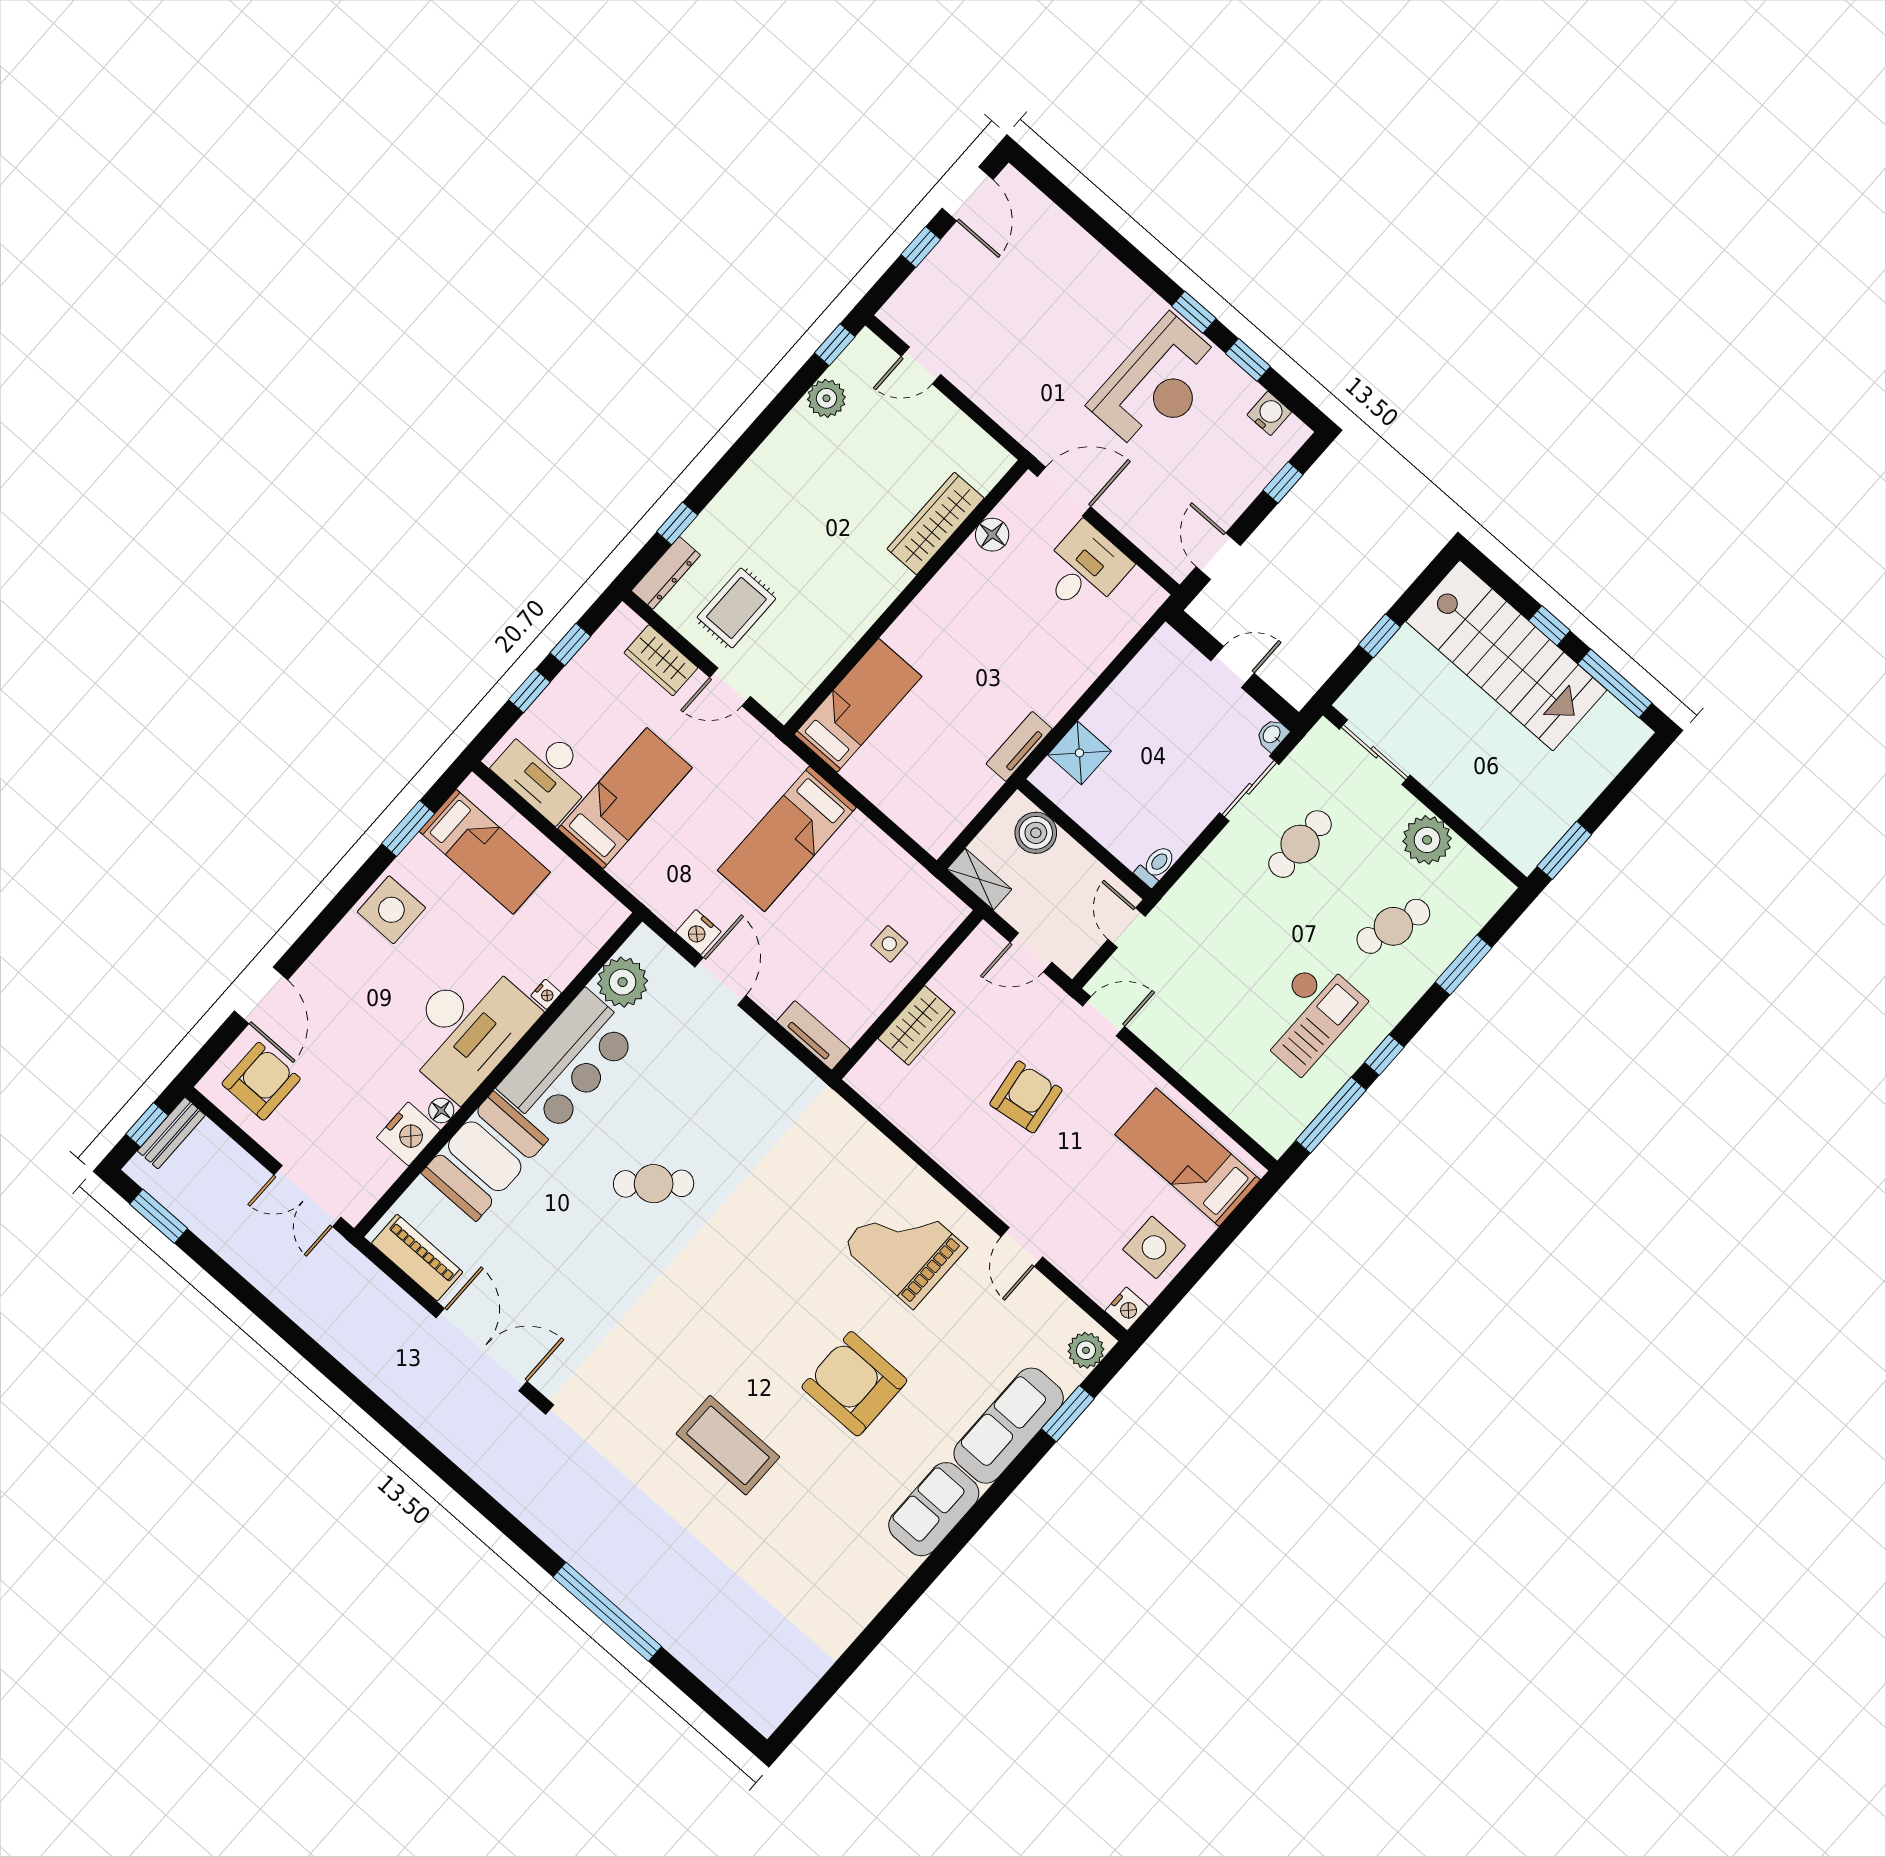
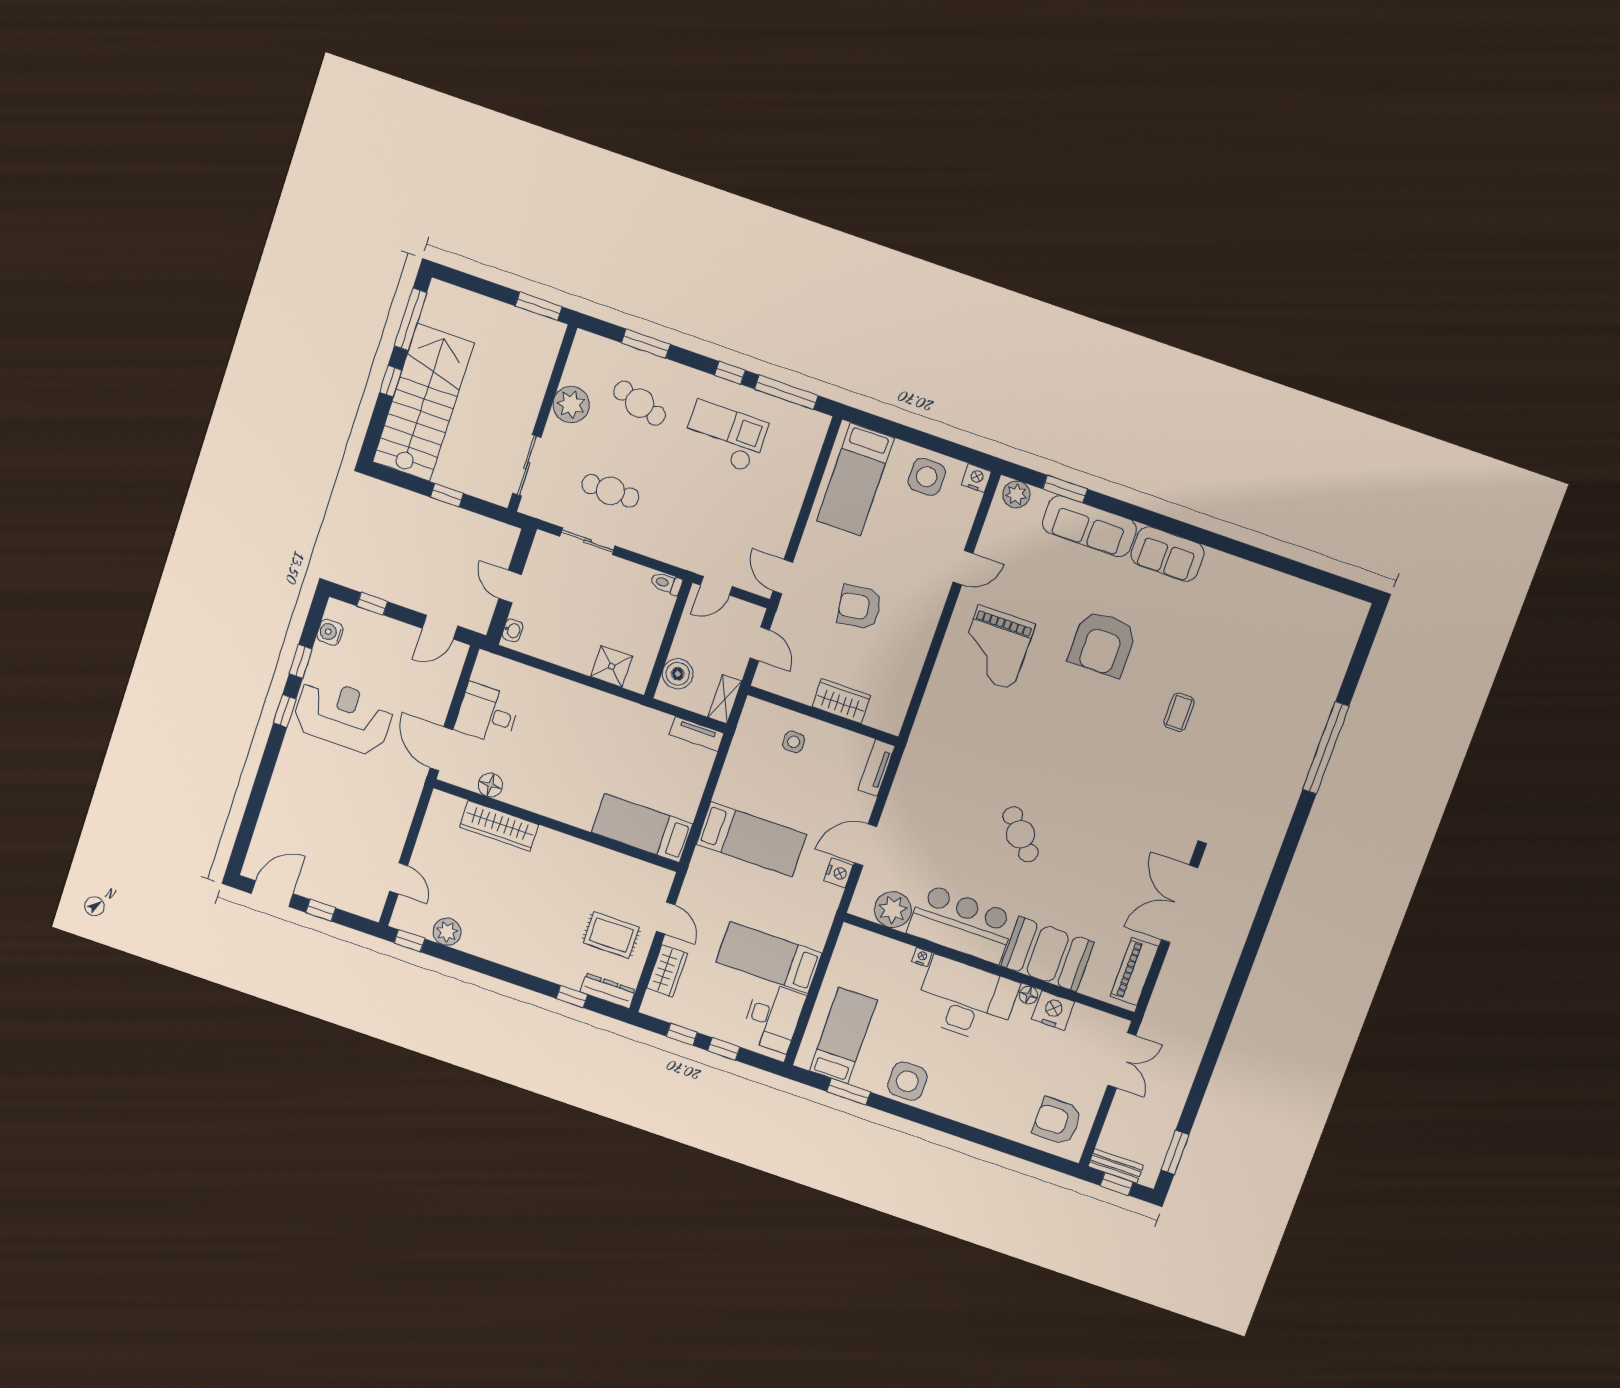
washbasin: (1272, 735) -> (513, 630), moved, turned -90
tv unit: (1019, 746) -> (696, 734), moved
door: (261, 995) -> (1000, 1144), removed
coffee table: (728, 1445) -> (1179, 712), width x0.54, depth x0.58

